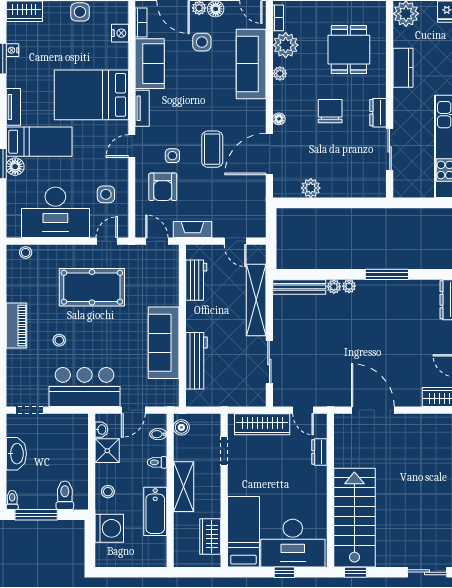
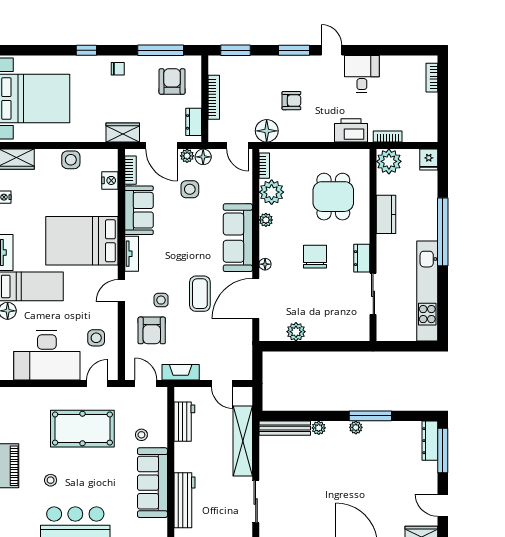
sofa: (251, 64) -> (238, 238), moved
stool: (26, 252) -> (141, 435), moved
plant: (349, 286) -> (356, 427), moved

